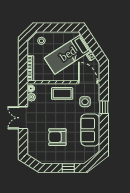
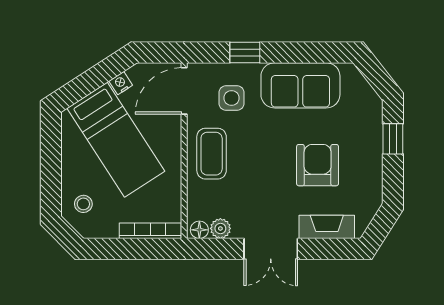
armchair: (57, 137) -> (318, 165), turned 180
fireplace: (32, 141) -> (327, 227), added

